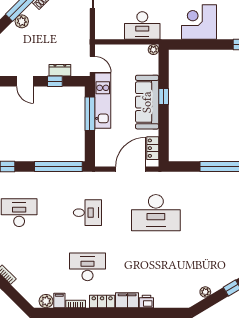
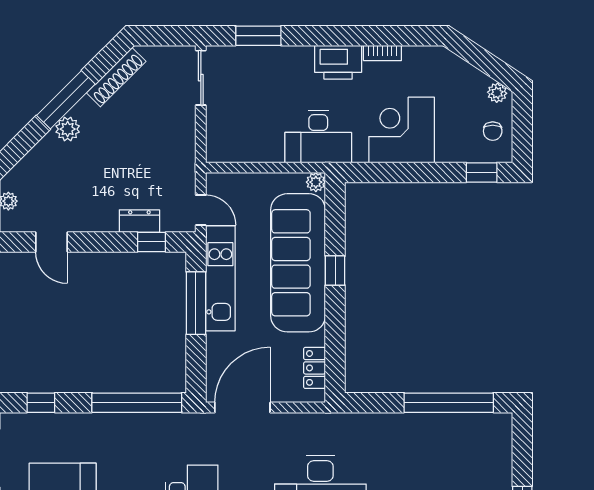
desk: (142, 25) -> (318, 137), moved
door: (25, 81) -> (51, 242), moved
window: (55, 81) -> (152, 242), moved
sofa: (147, 102) -> (298, 263), width x1.36, depth x1.27
door: (131, 169) -> (242, 407), moved

